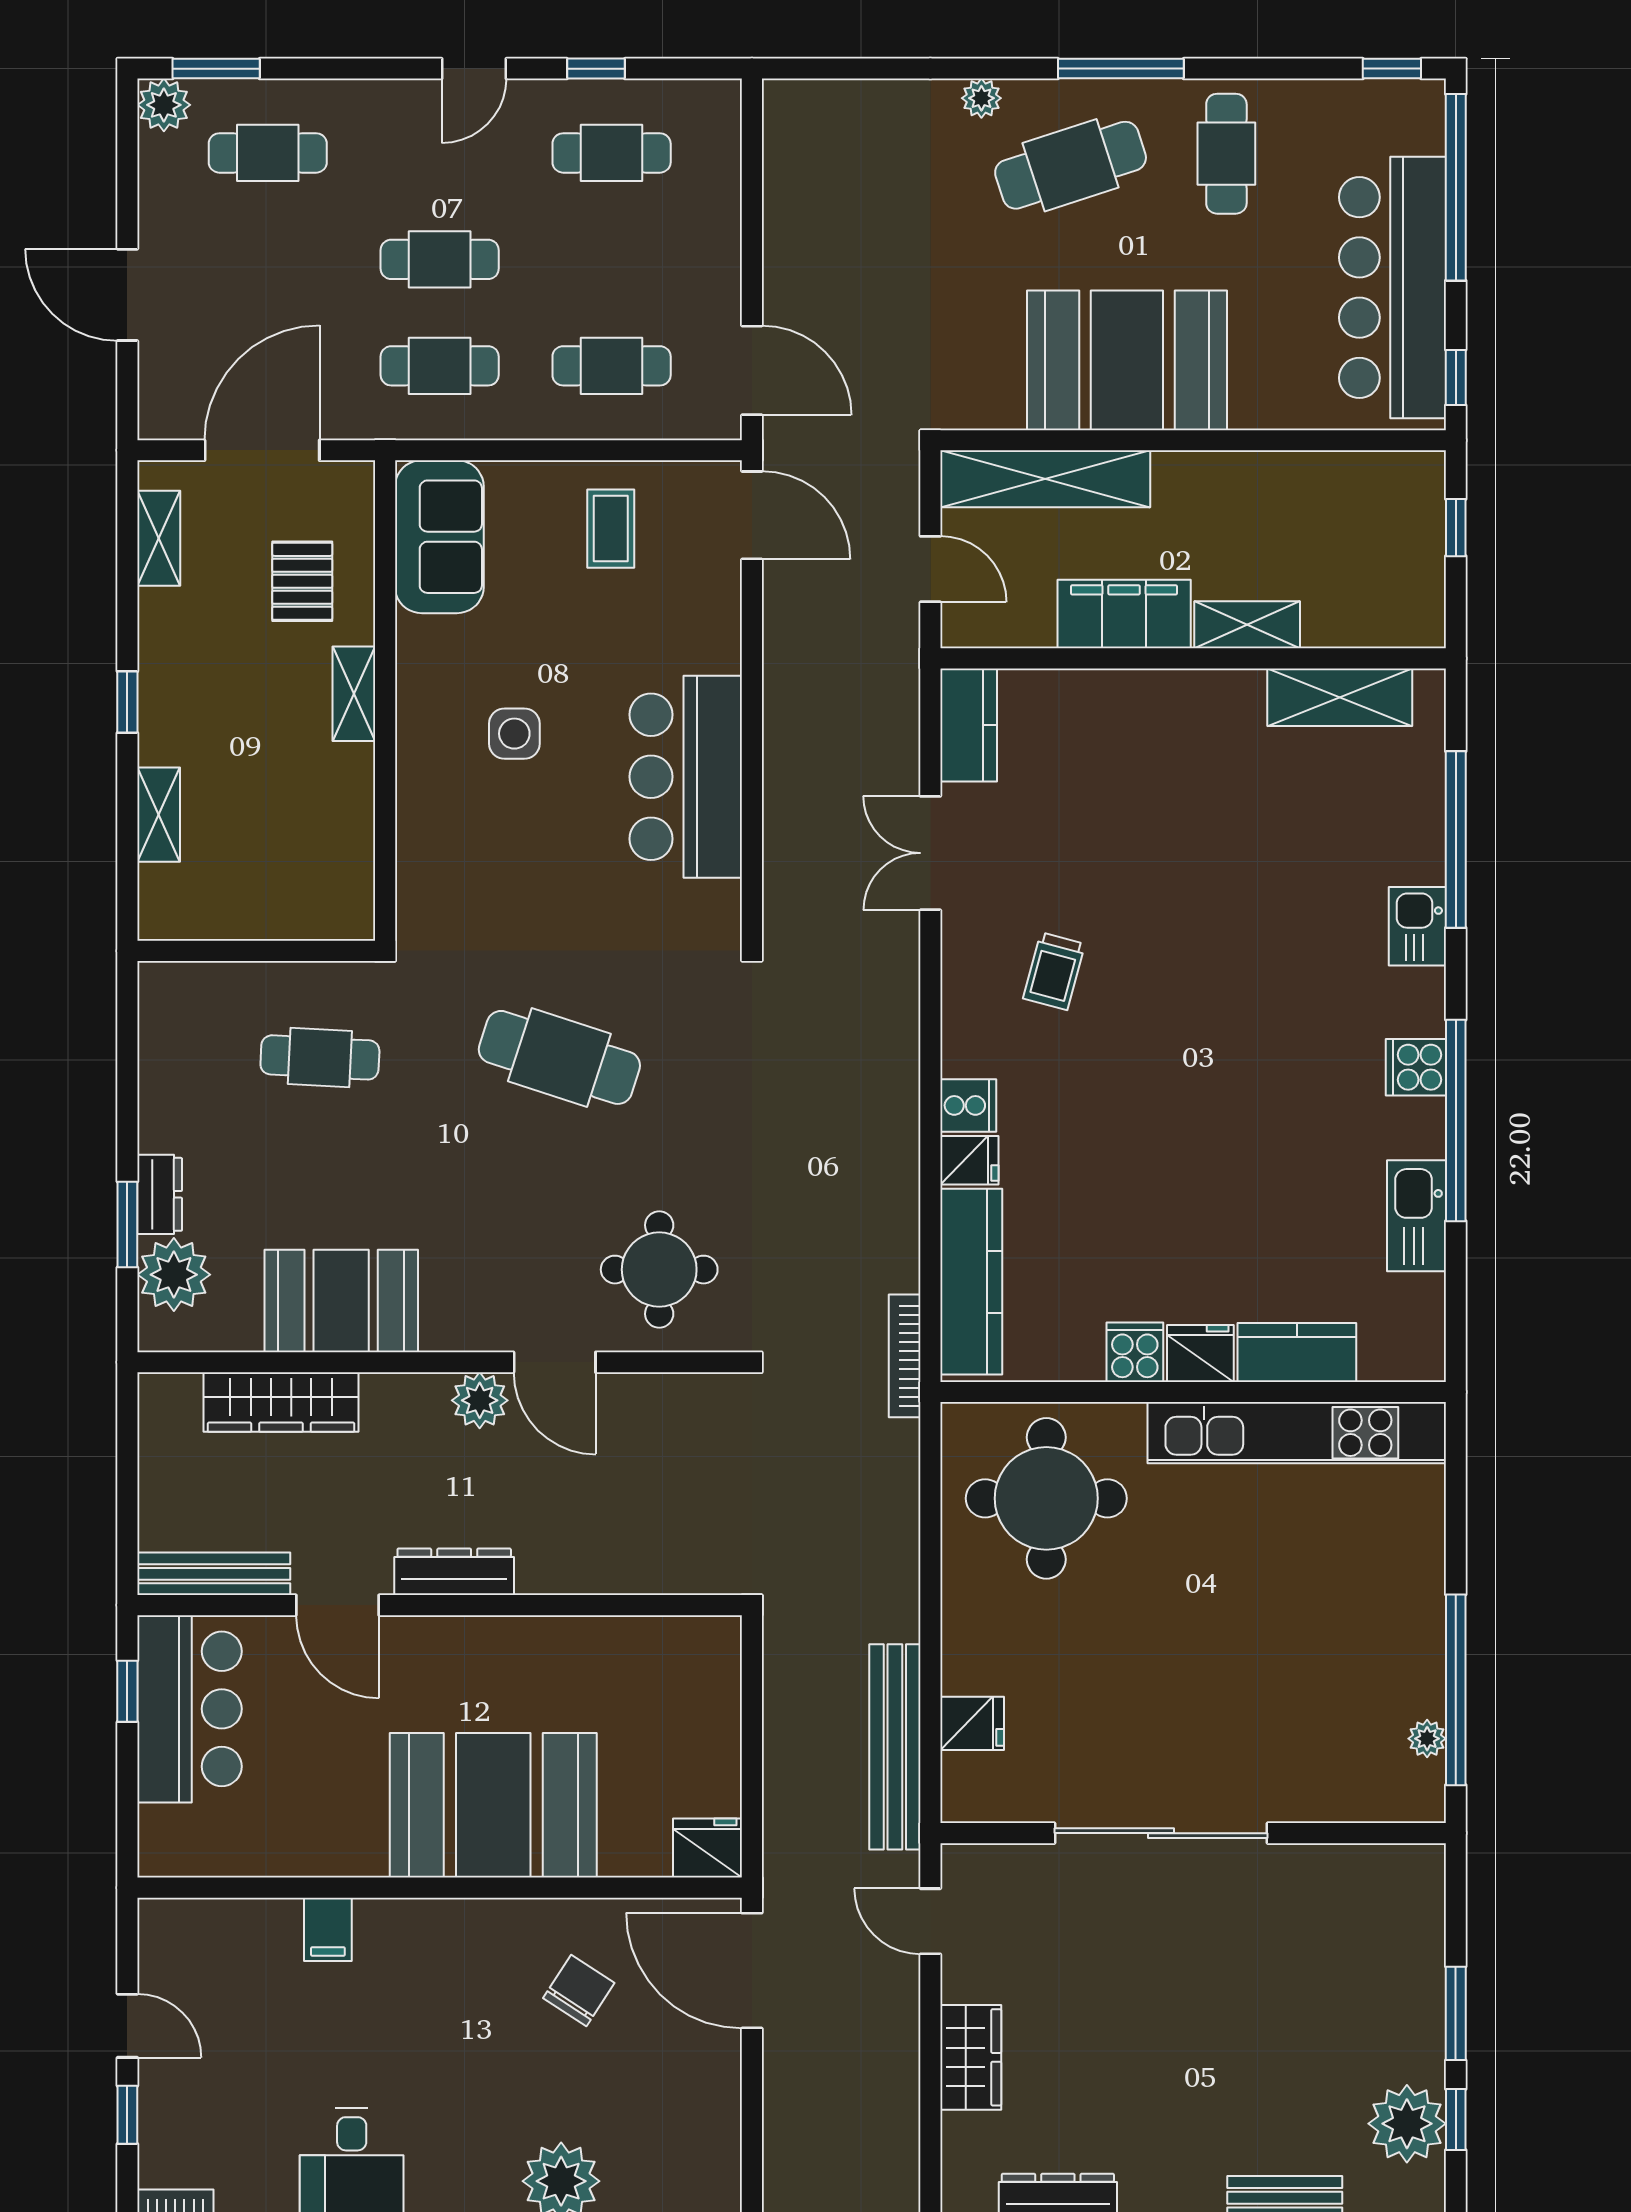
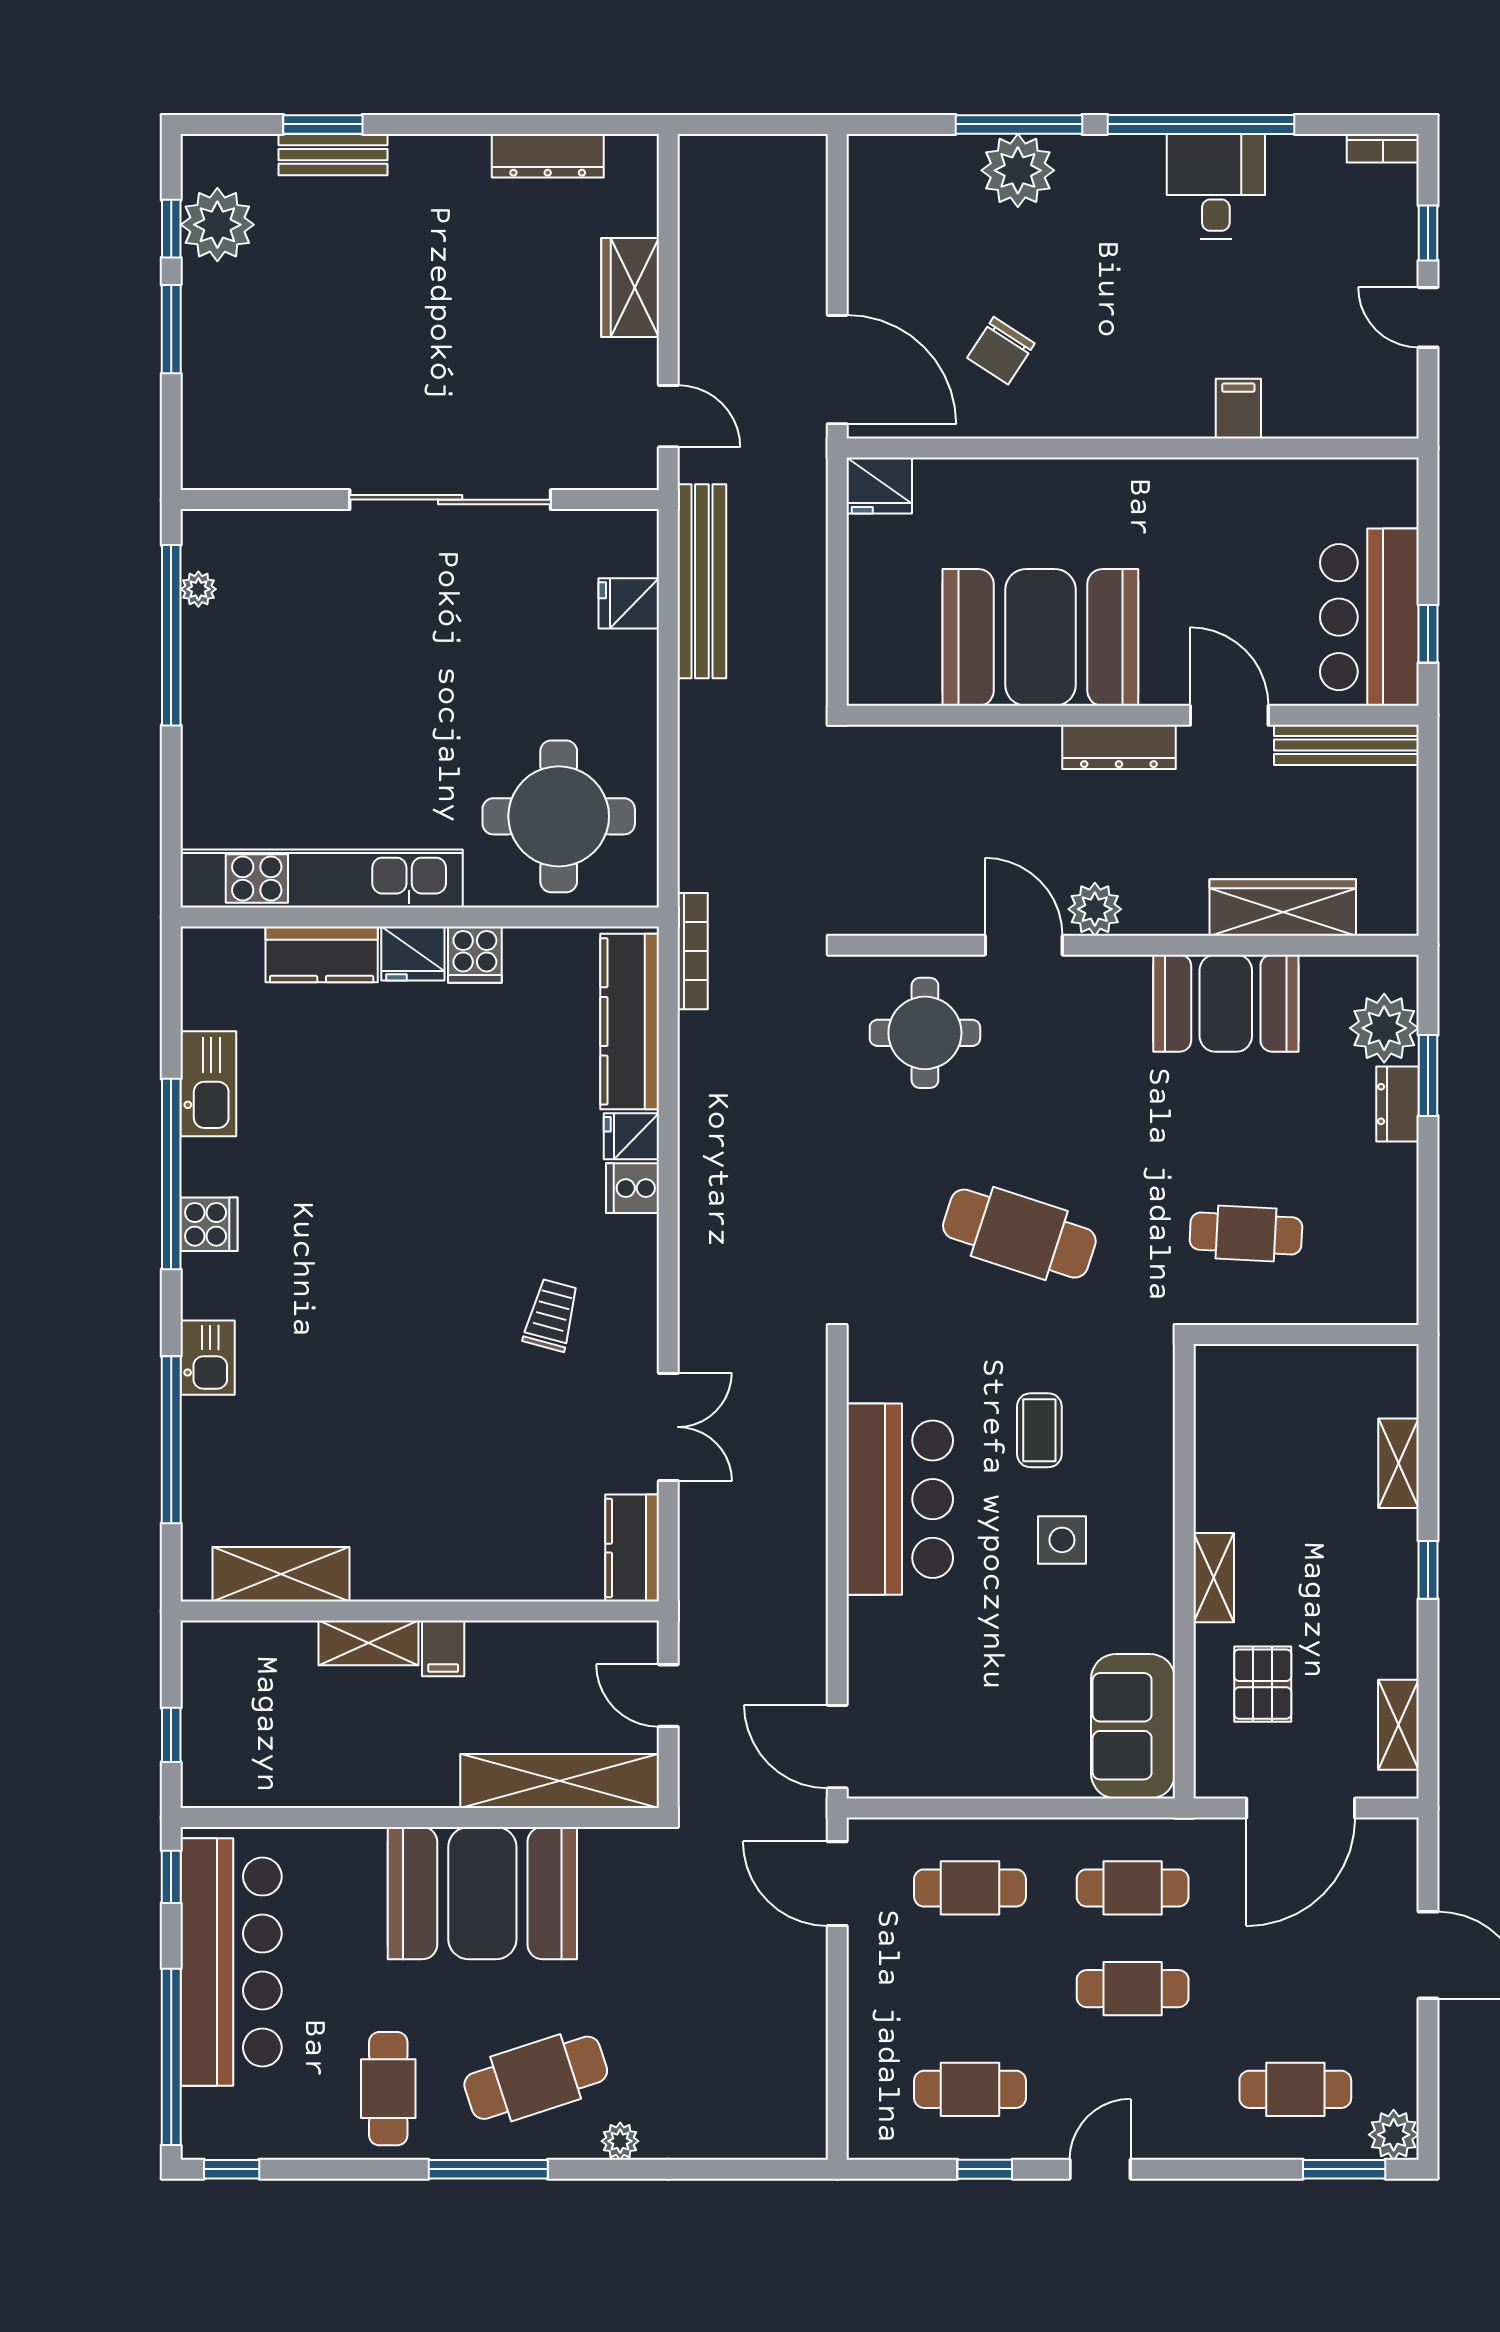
coffee table: (611, 529) -> (1039, 1430), moved
filing cabinet: (1124, 614) -> (443, 1648), width x0.33, depth x0.86
booth: (493, 1805) -> (1040, 637), moved

